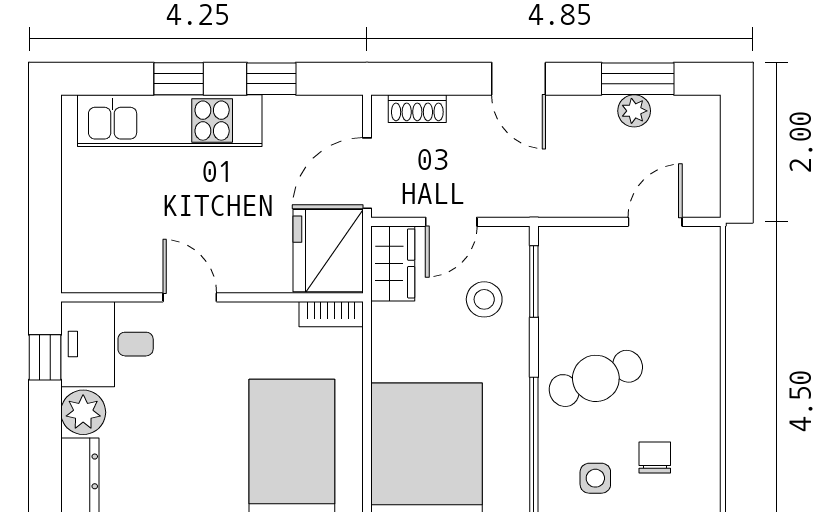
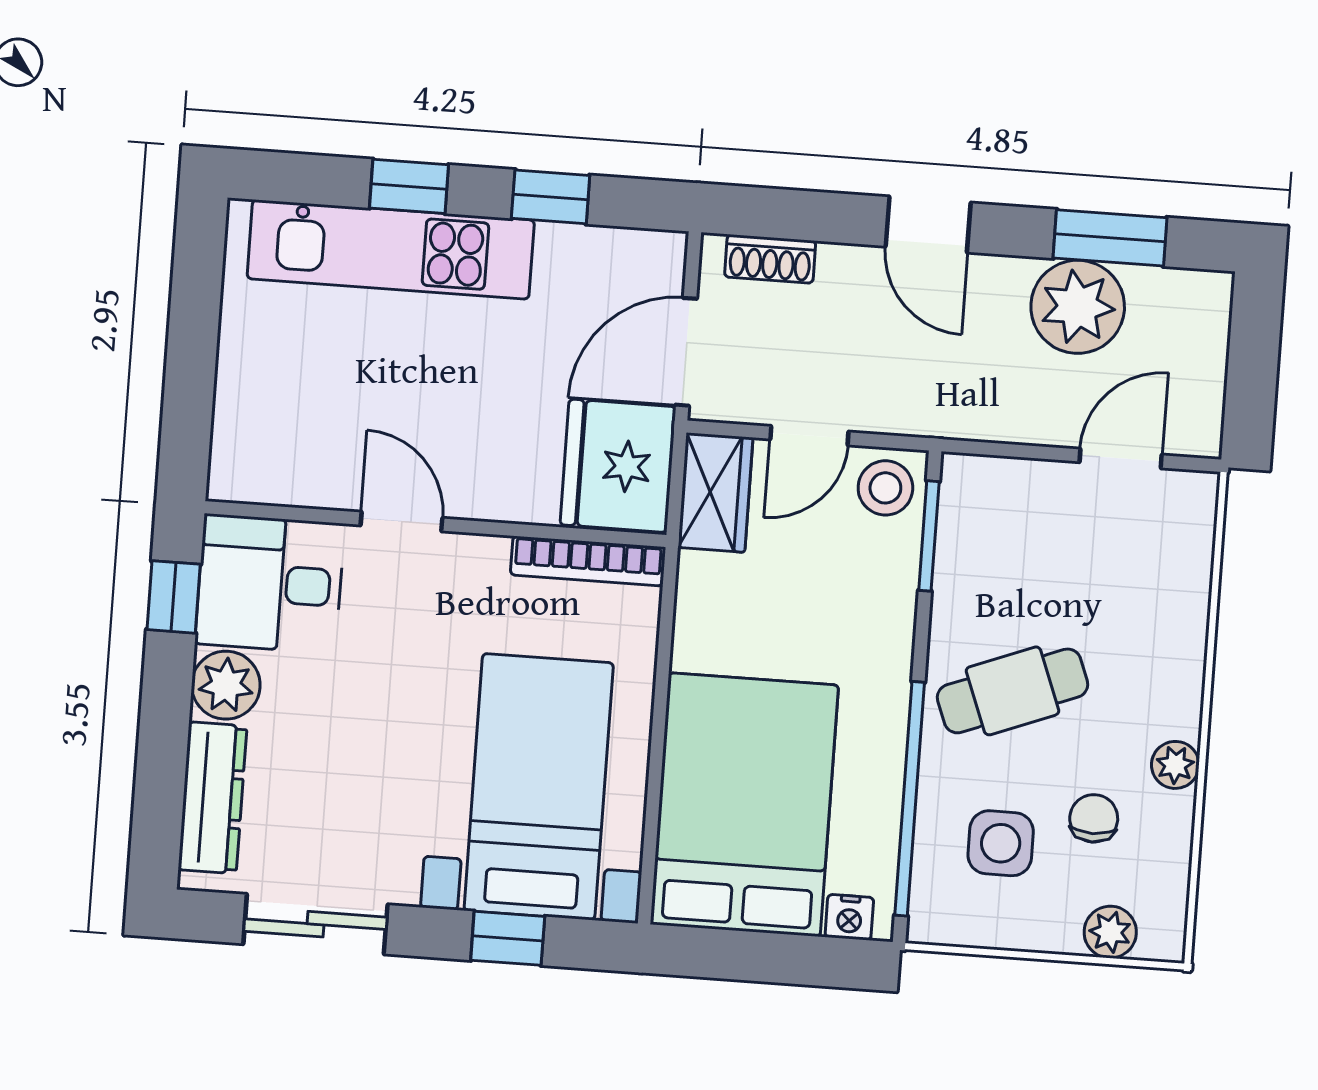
plant: (634, 111) -> (1078, 307), width x1.88, depth x1.88
stool: (484, 299) -> (885, 488), moved
bookcase: (331, 314) -> (588, 561), width x1.56
plant: (705, 419) -> (1175, 765), added
side table: (595, 478) -> (1001, 843), width x1.37, depth x1.37

